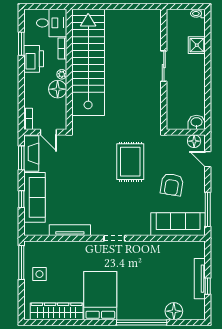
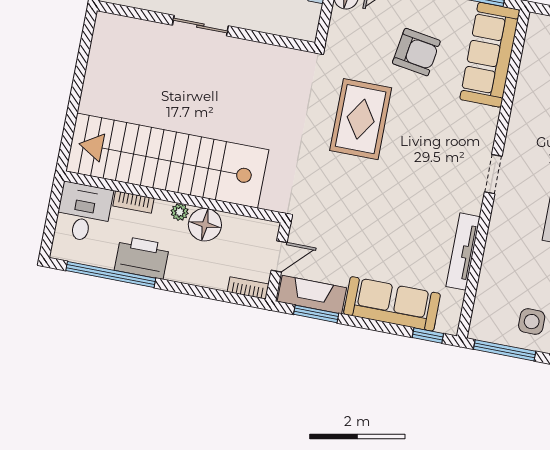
window: (21, 44) -> (111, 274), width x2.11
rug: (130, 162) -> (361, 119), turned 90
window: (21, 199) -> (428, 336), moved

